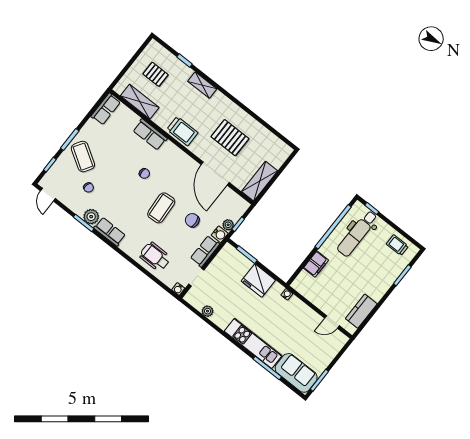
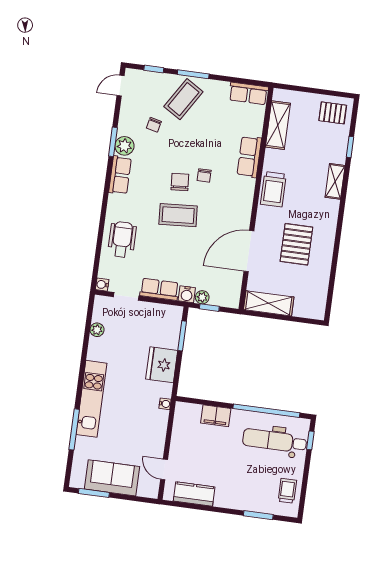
pallet: (155, 74) -> (333, 113), moved, turned 90
chair: (192, 220) -> (180, 182), moved
sofa: (296, 373) -> (112, 478), moved, turned -90

